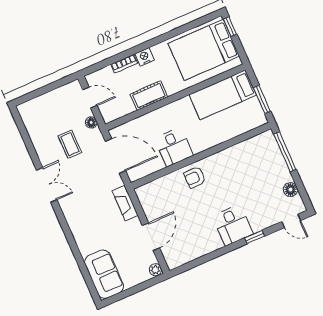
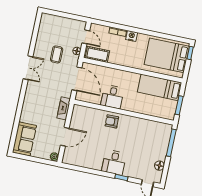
cot: (149, 96) -> (97, 54), moved

